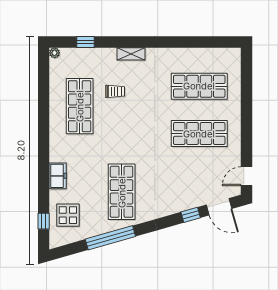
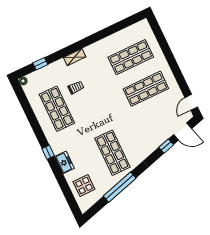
window: (44, 221) -> (48, 152), moved

